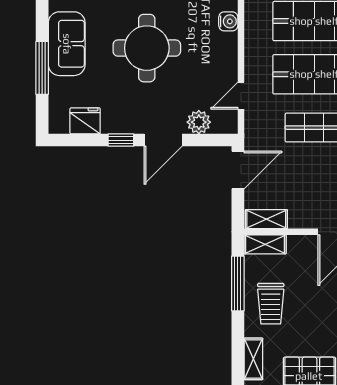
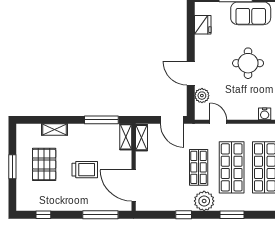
round table: (147, 48) -> (248, 63), width x0.73, depth x0.73
window: (121, 140) -> (191, 47), removed
trolley: (271, 304) -> (85, 170), moved, turned 180

